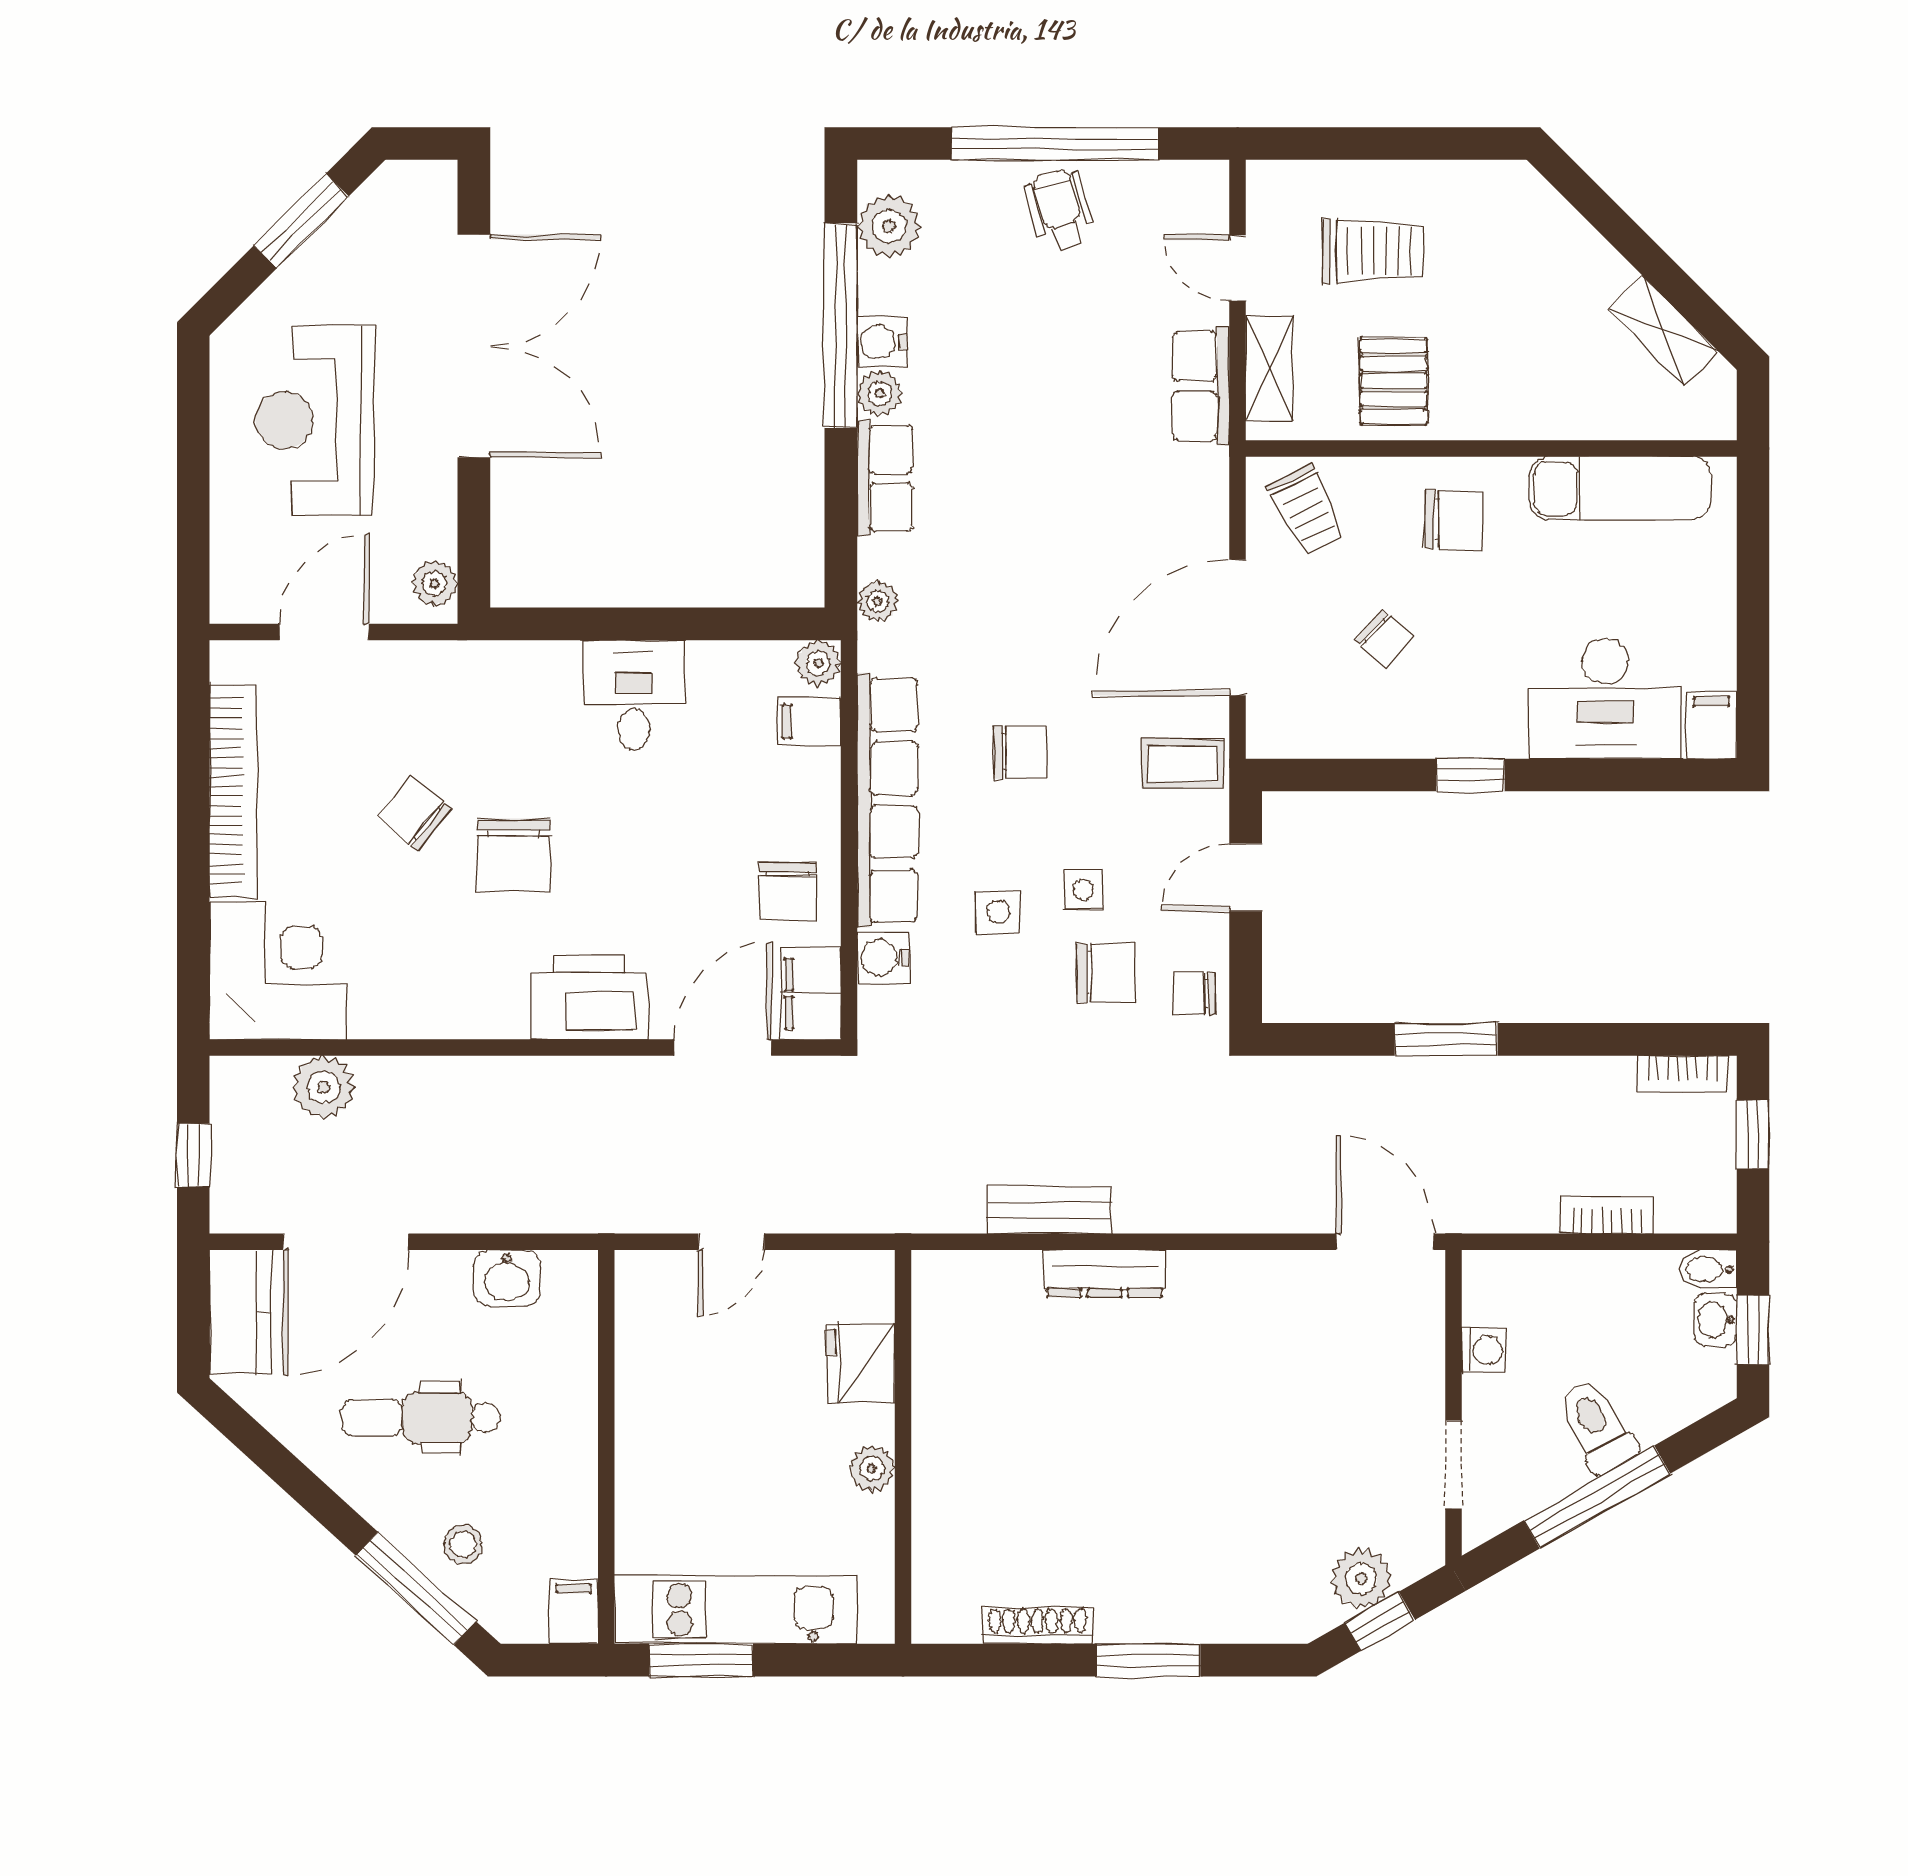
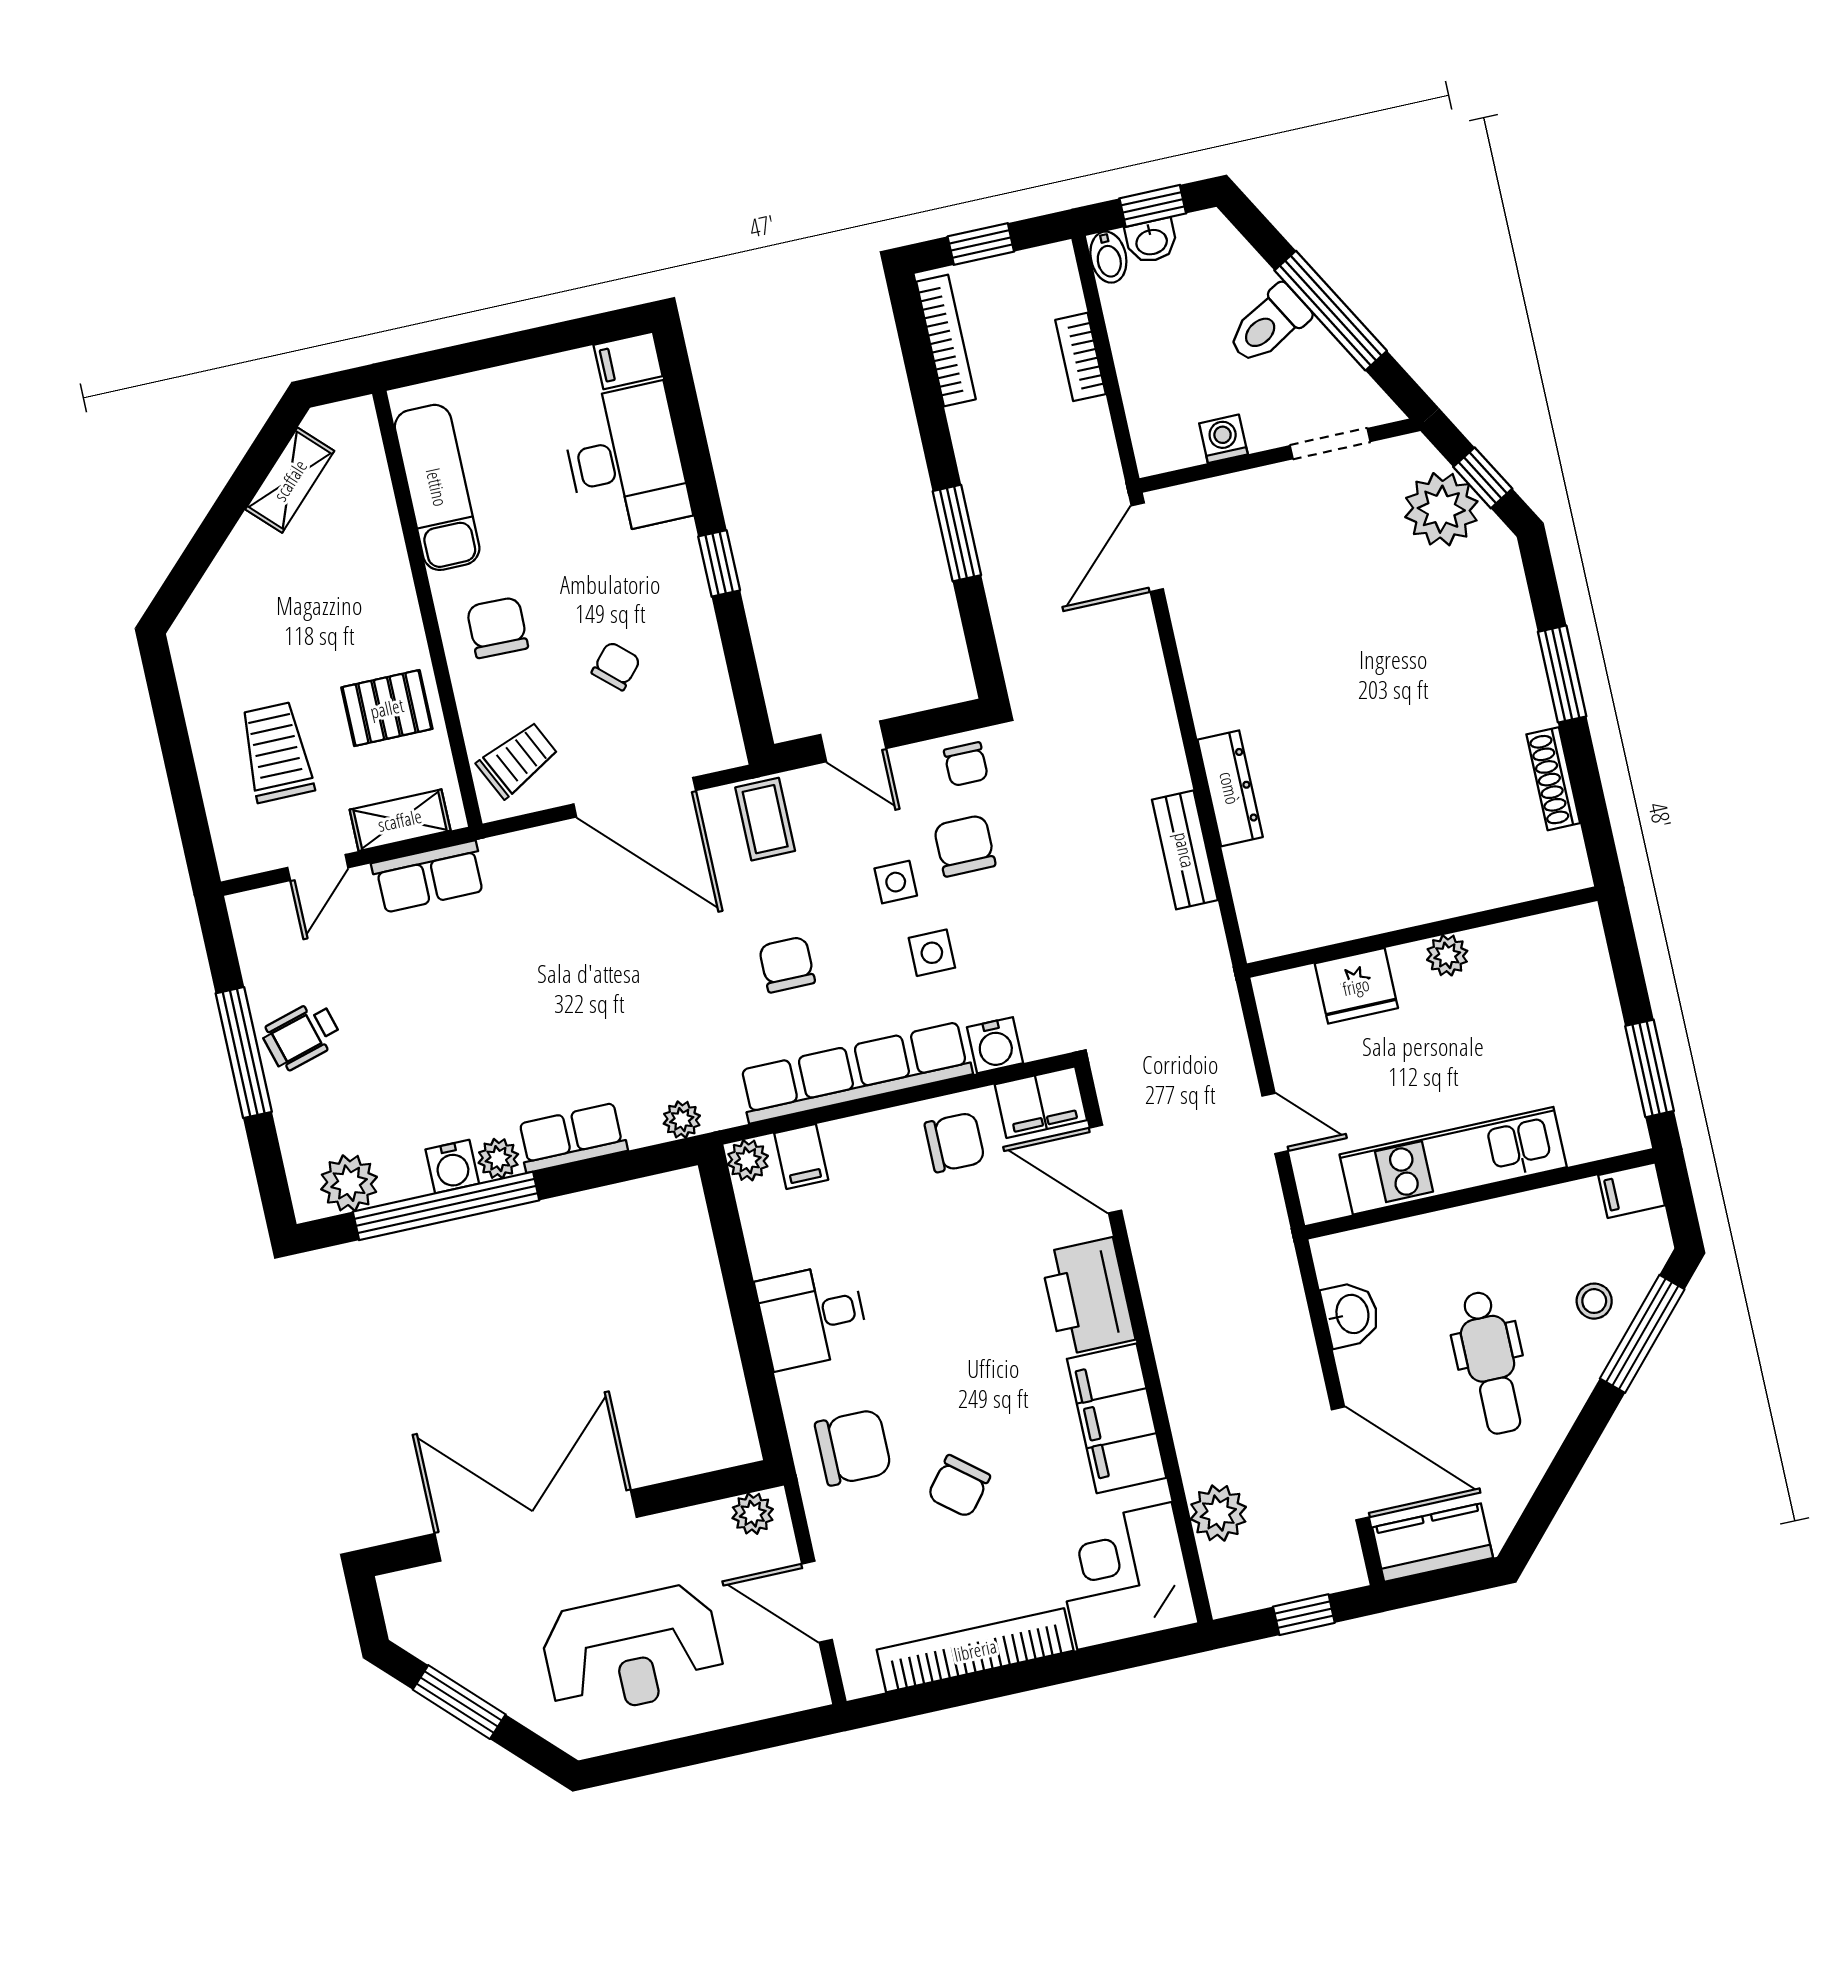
window: (1055, 144) -> (244, 1053), width x0.68
chair: (514, 855) -> (853, 1447), moved
filing cabinet: (451, 1000) -> (1117, 1418), added
bookcase: (1682, 1074) -> (946, 341), width x1.56
plant: (1361, 1579) -> (1441, 509), width x1.36, depth x1.36
kitchen unit: (736, 1610) -> (1453, 1161), moved, turned 90

